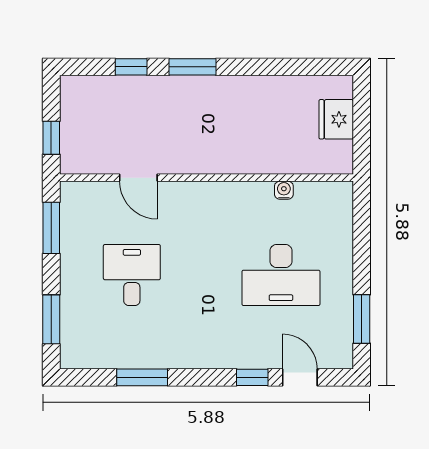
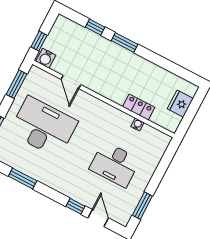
water cooler: (77, 160) -> (46, 58), added
locker: (271, 161) -> (139, 107), added
desk: (132, 275) -> (43, 127), width x1.87, depth x1.30

